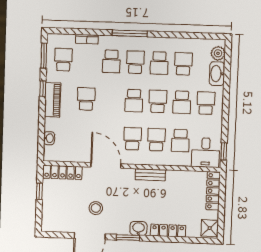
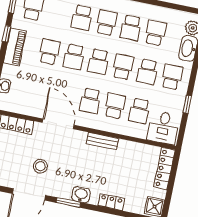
school desk: (110, 100) -> (74, 57), added
school desk: (132, 139) -> (90, 101), turned 180
window: (224, 151) -> (187, 104), moved
locker: (168, 231) -> (111, 202), width x0.66

